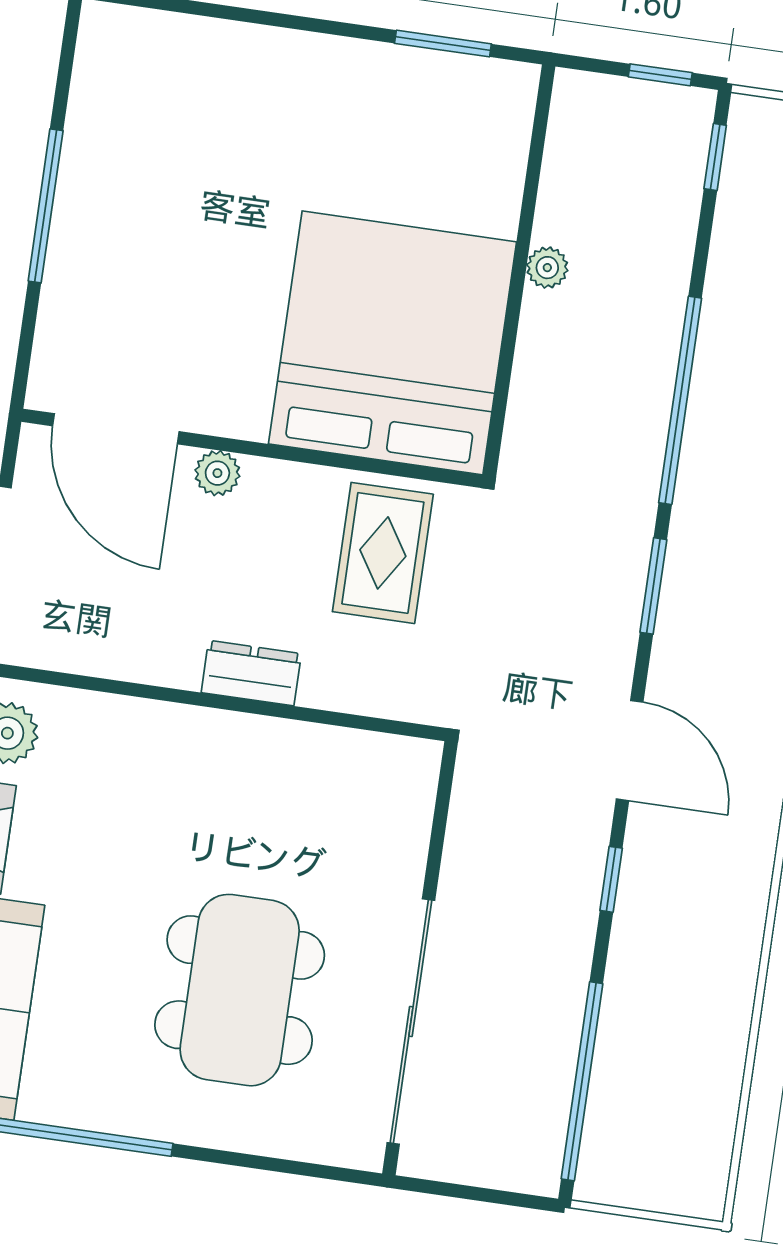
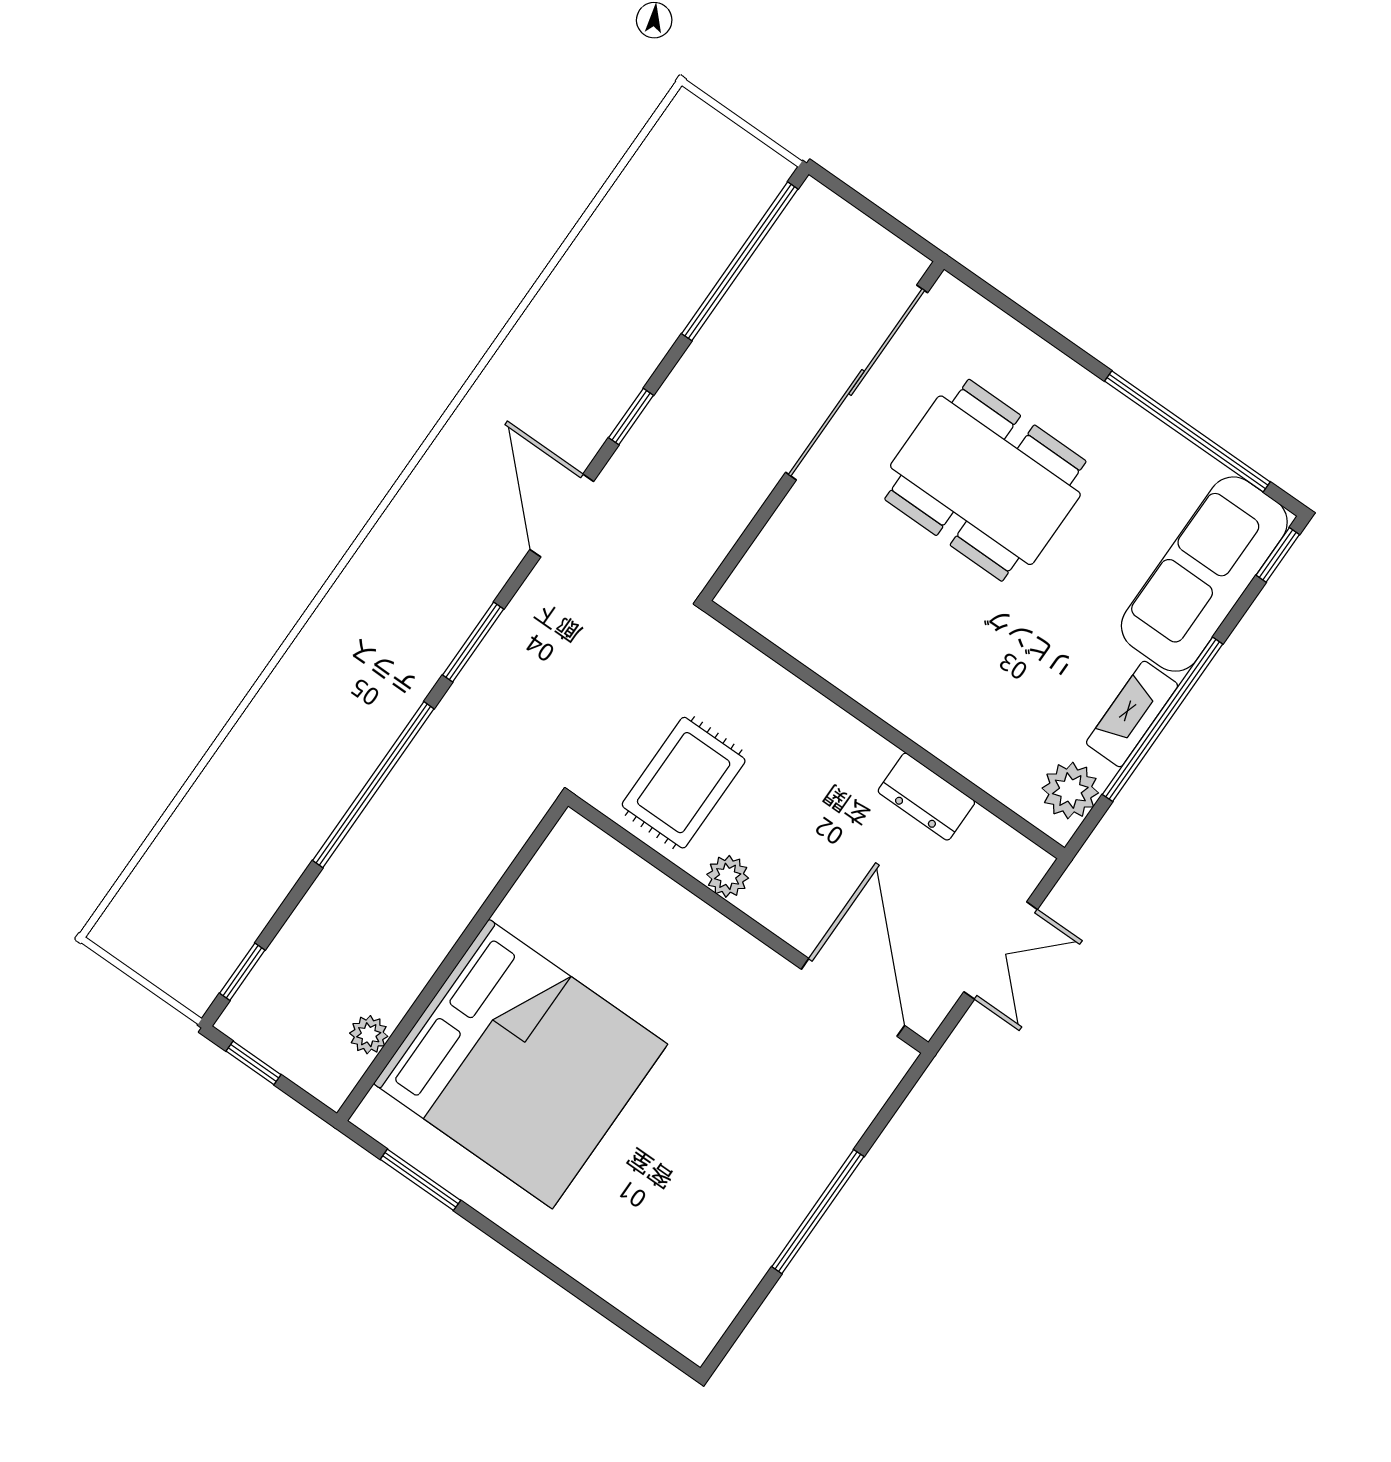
plant: (547, 268) -> (369, 1035), moved
bed: (393, 343) -> (520, 1064), moved, turned -90
plant: (217, 473) -> (728, 876), moved
dresser: (251, 673) -> (926, 797), moved
dining table: (240, 990) -> (985, 480), turned 90

